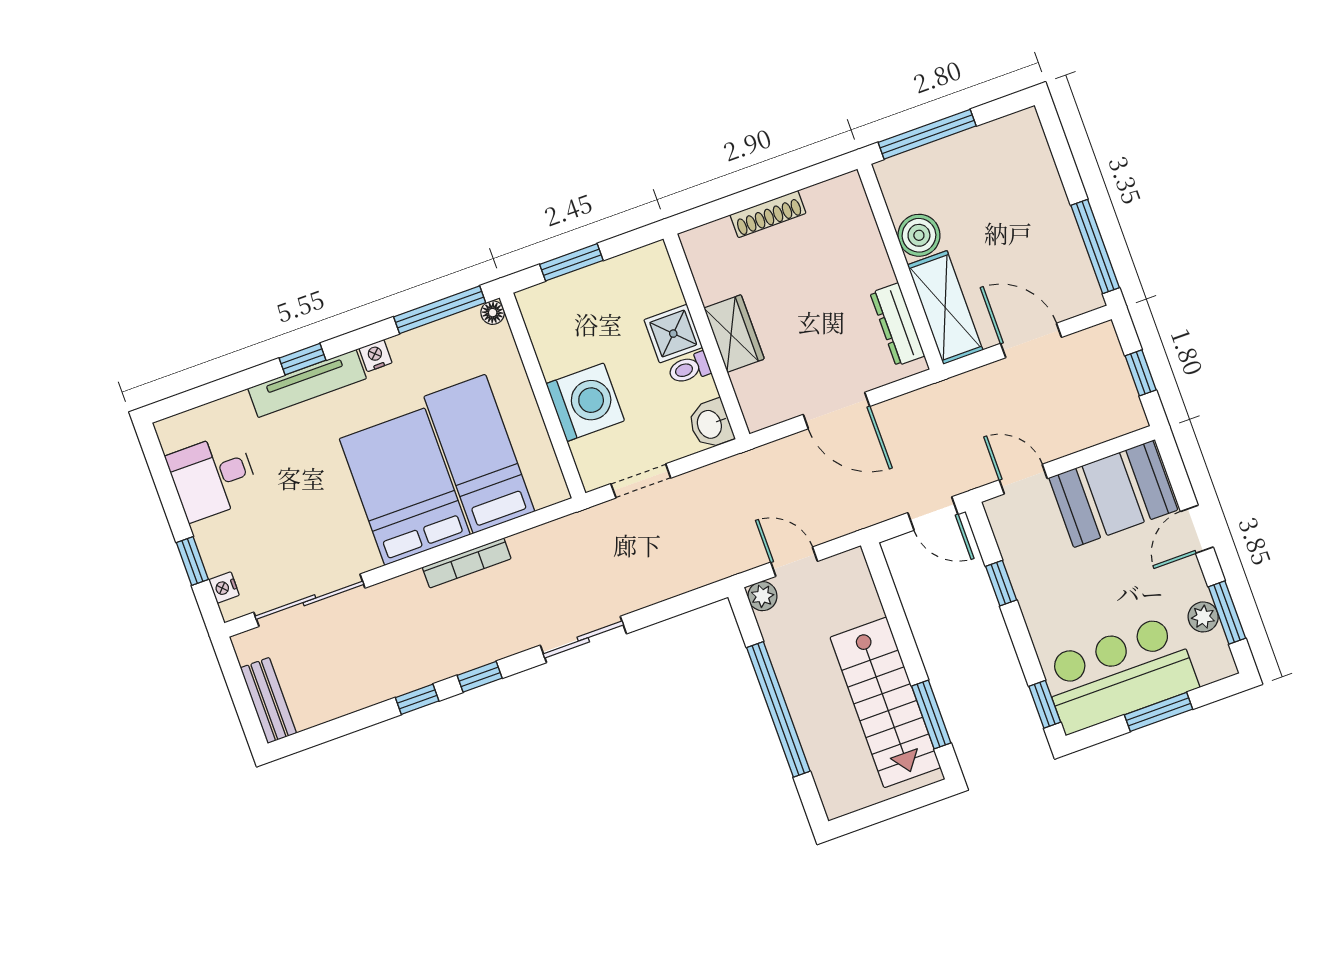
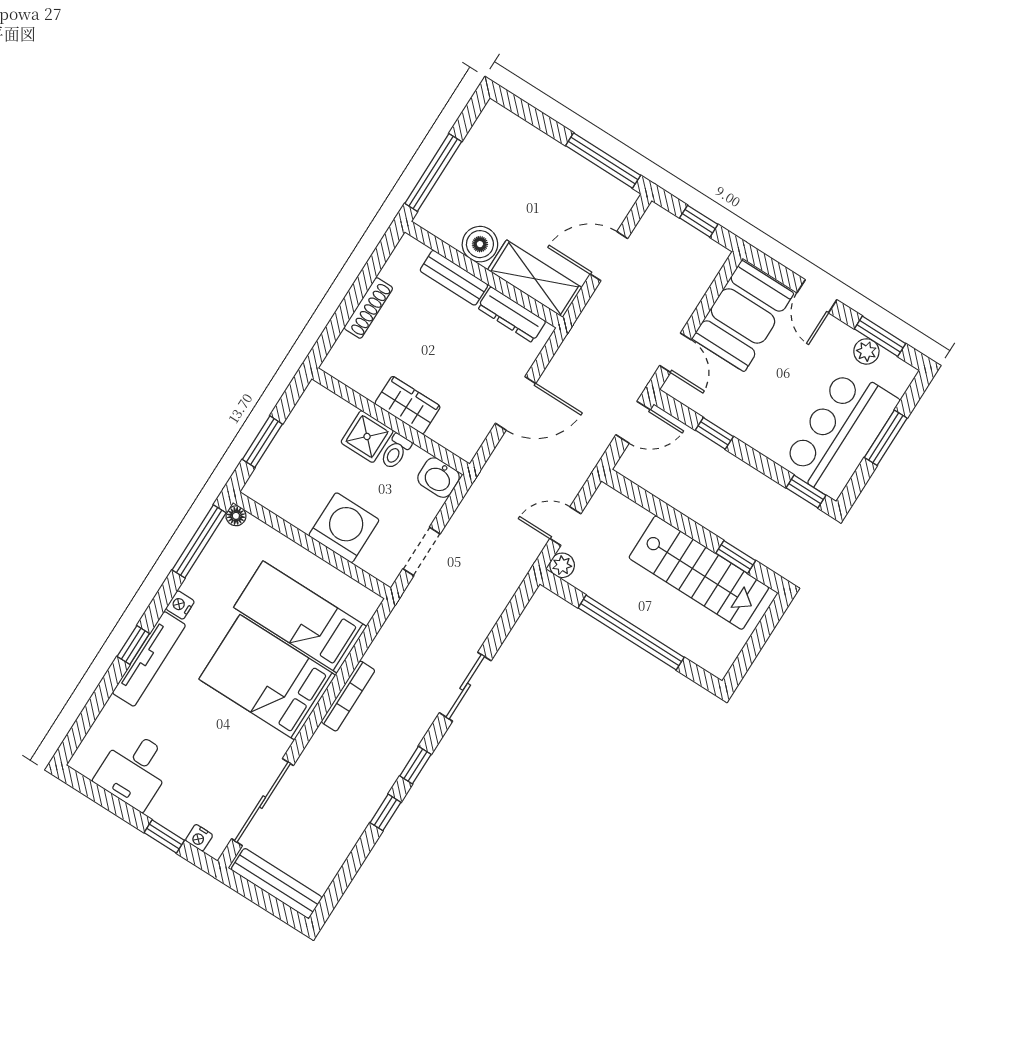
bench: (870, 248) -> (454, 278), added
door: (1023, 479) -> (675, 353), swing flipped
bench: (268, 700) -> (277, 883), width x1.36
window: (931, 715) -> (736, 557), width x0.67

